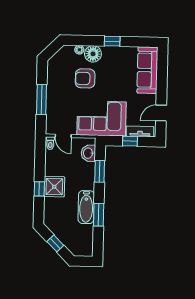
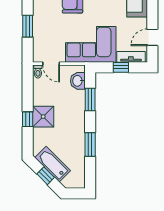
window: (41, 99) -> (28, 26), width x0.69
bathtub: (86, 207) -> (53, 164), moved, turned 135

